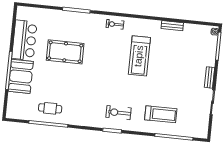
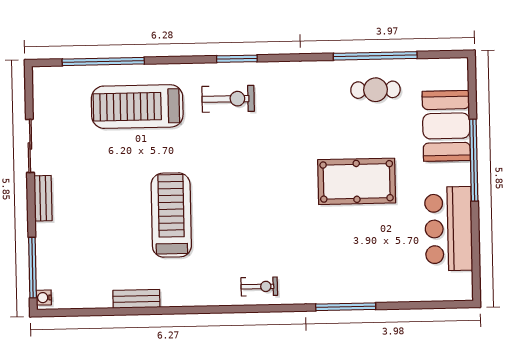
pool table: (65, 52) -> (357, 181), moved
treadmill: (139, 56) -> (171, 215), moved
booth: (21, 76) -> (446, 126), moved
treadmill: (161, 114) -> (137, 107), width x1.37, depth x1.38

